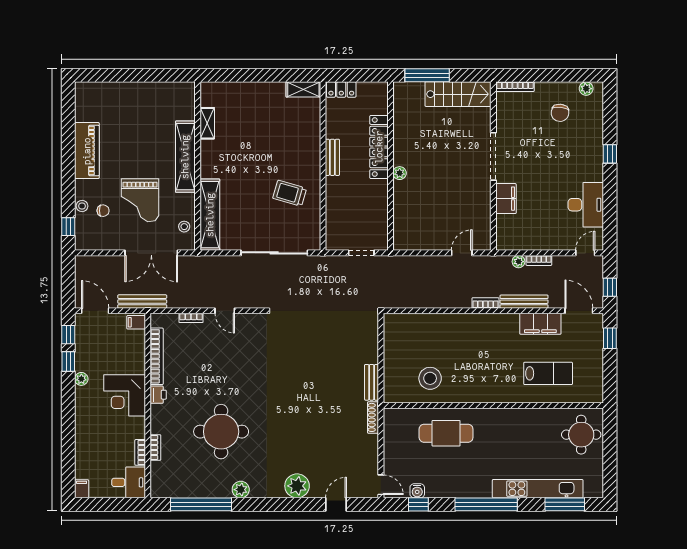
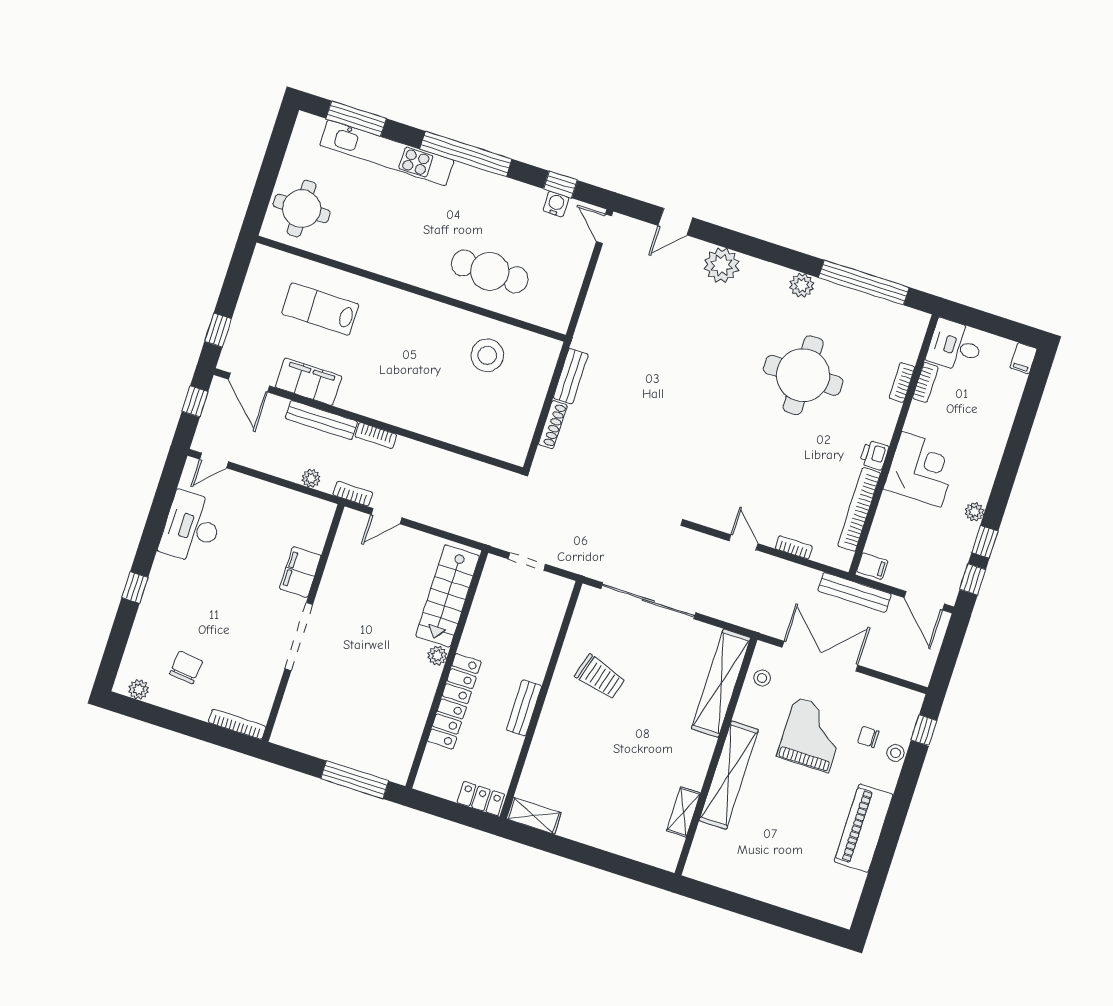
stairs: (458, 94) -> (448, 596), moved, turned -90
bookcase: (539, 260) -> (353, 494), moved
shoe rack: (373, 417) -> (553, 425), moved

